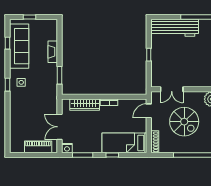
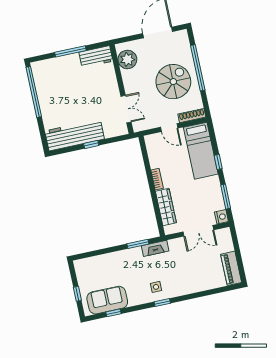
workbench: (175, 28) -> (75, 135), moved, turned -90
sofa: (19, 46) -> (107, 300), width x0.73
fireplace: (53, 52) -> (155, 248), moved
door: (149, 111) -> (169, 128), moved
spiral stairs: (184, 122) -> (173, 82), moved
piano: (38, 147) -> (231, 268), moved

